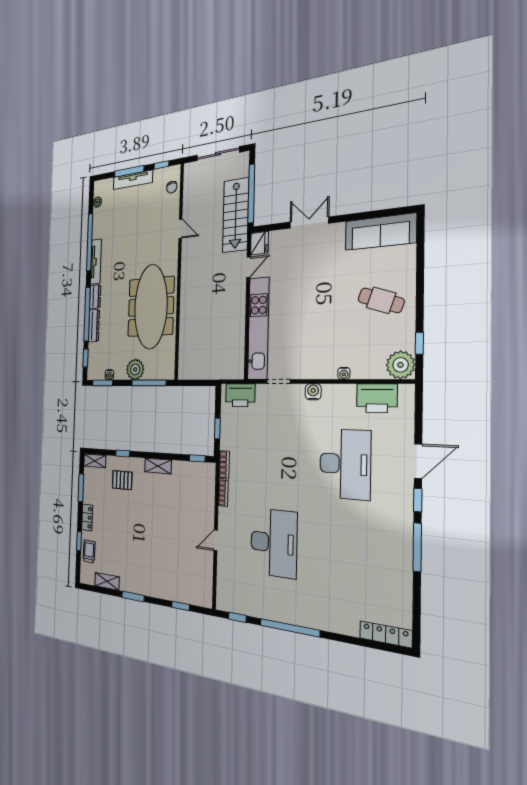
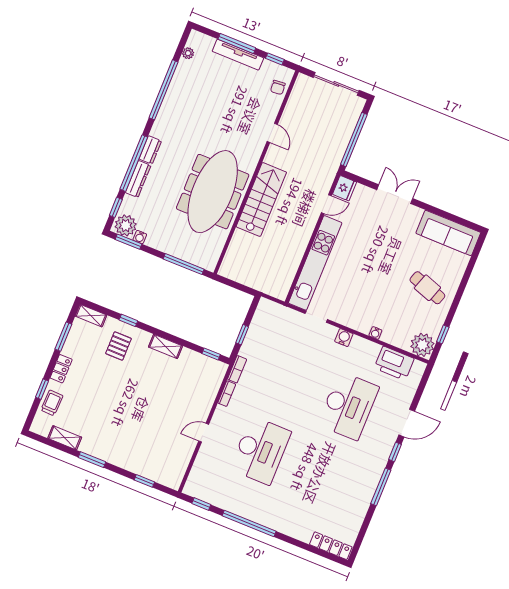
stairs: (236, 215) -> (261, 199), moved, turned 180
tv unit: (96, 262) -> (164, 114), removed
plant: (135, 369) -> (126, 225), moved
printer: (240, 395) -> (276, 314), removed
pallet: (122, 480) -> (119, 346), turned 90

